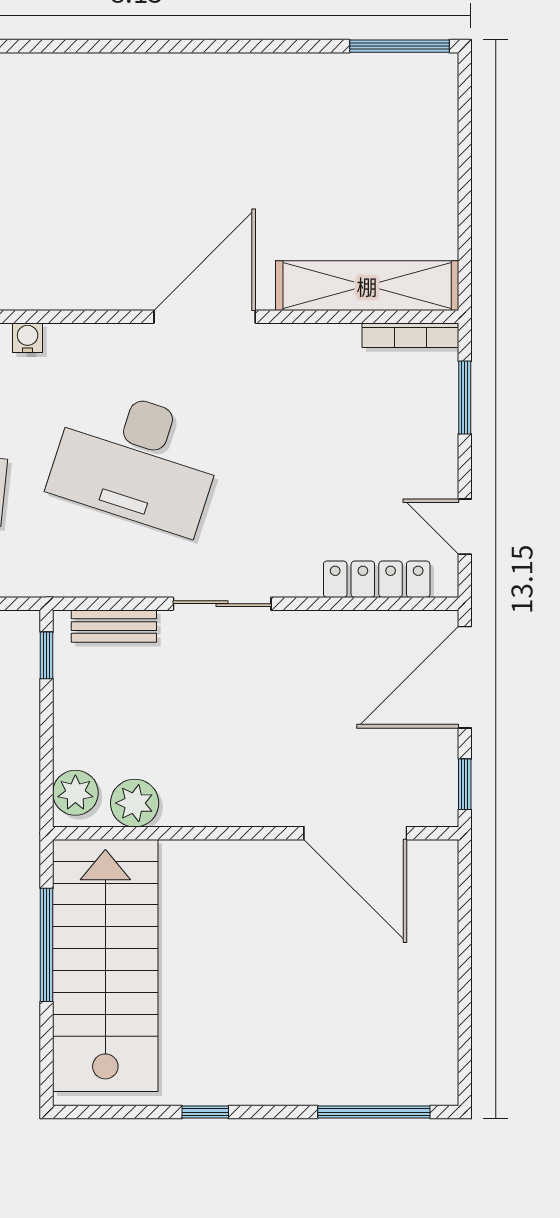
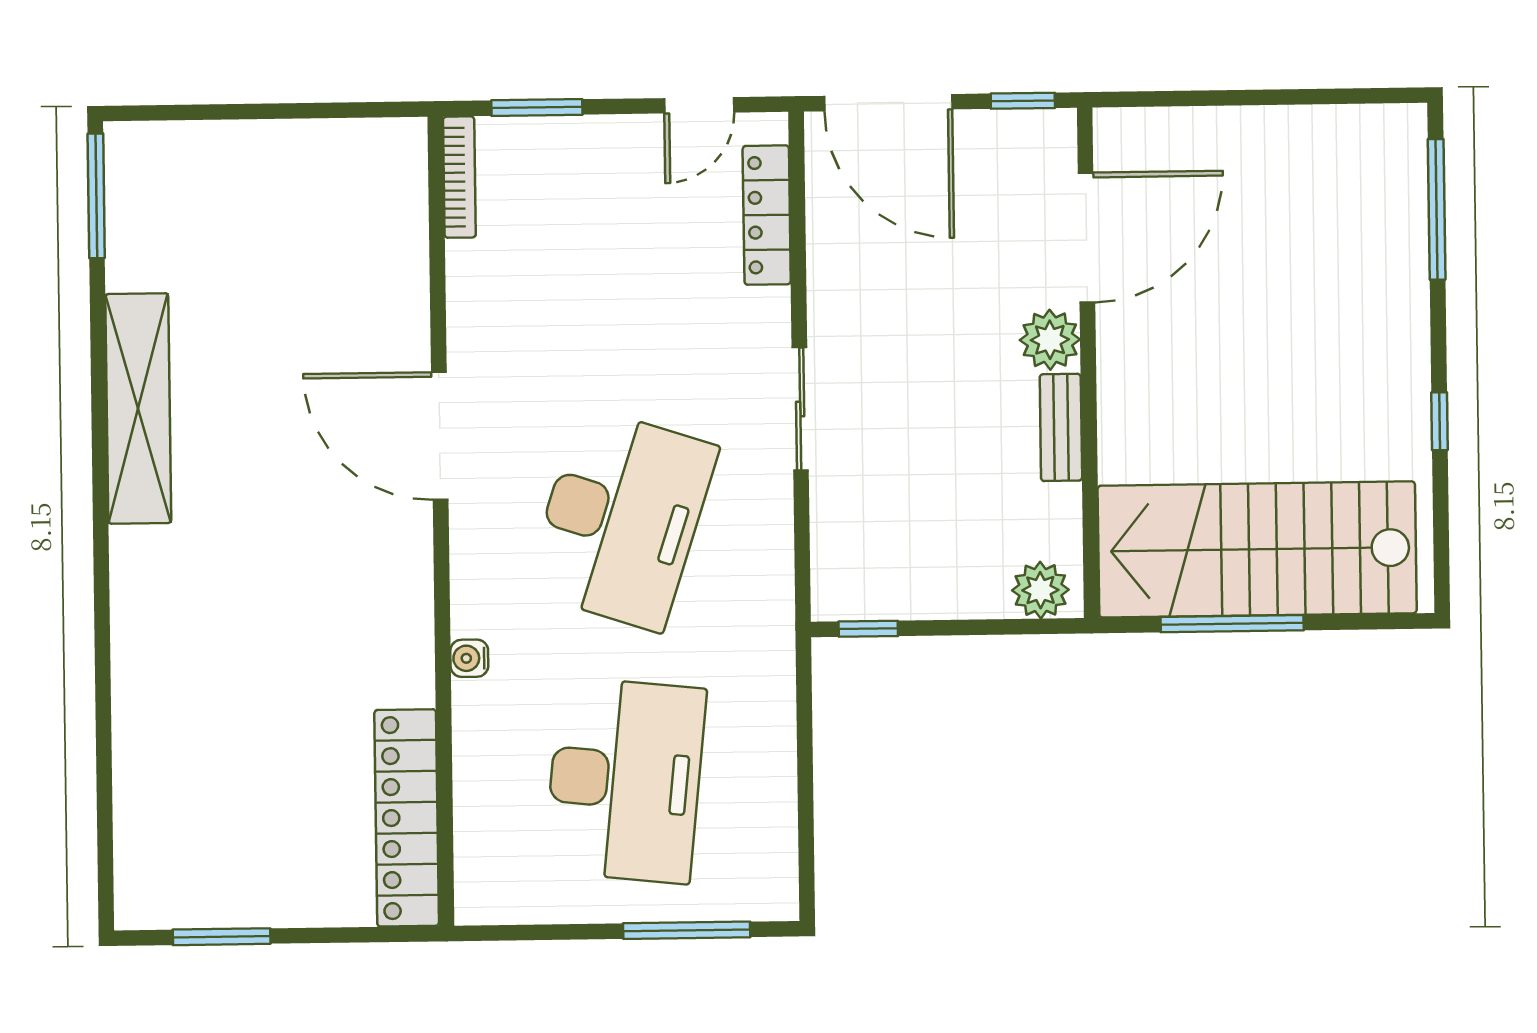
shelving: (367, 286) -> (138, 408), moved
bench: (114, 626) -> (1061, 427), moved
plant: (135, 803) -> (1050, 340), moved

